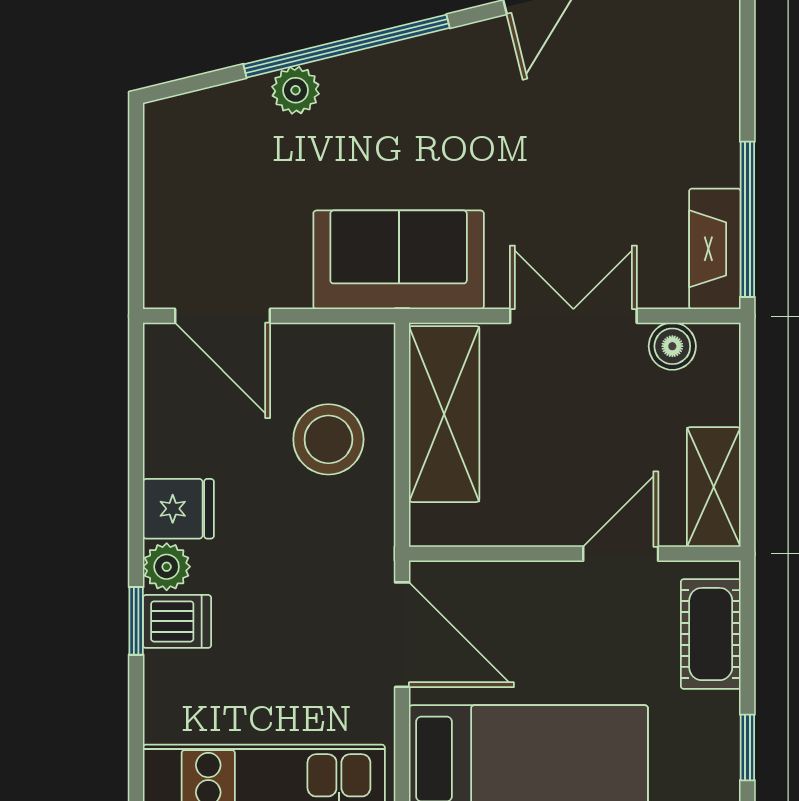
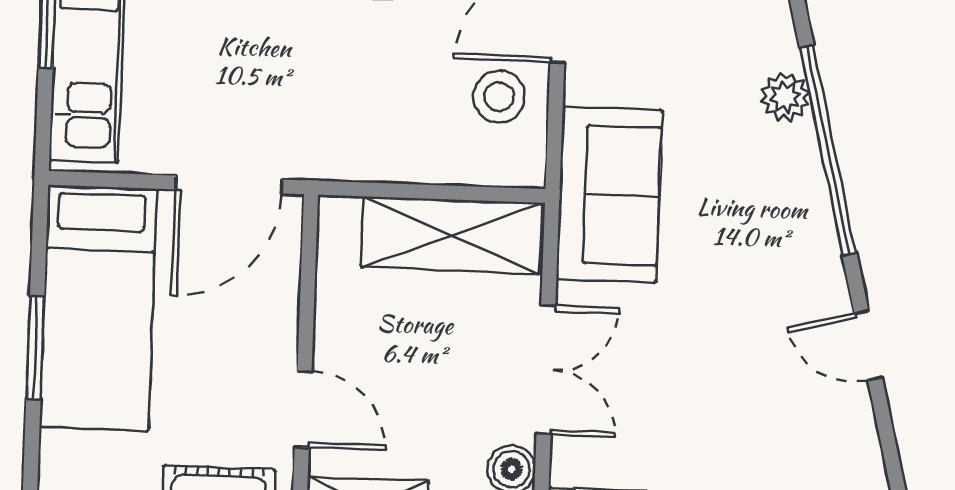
stool: (328, 439) -> (499, 97), moved, width x0.73, depth x0.73

